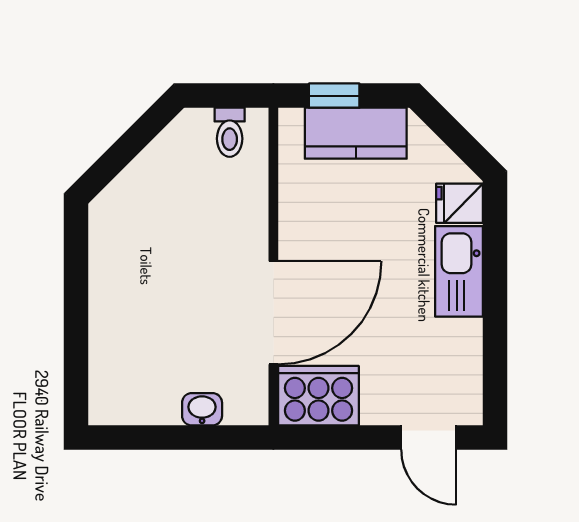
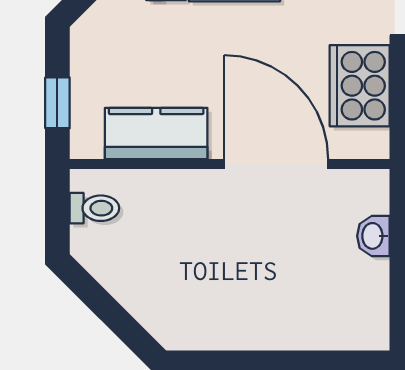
kitchen counter: (356, 133) -> (156, 134), moved, turned -90
cooker: (319, 396) -> (360, 86), moved

